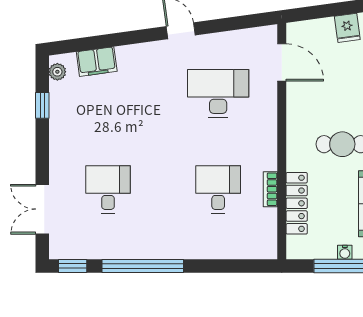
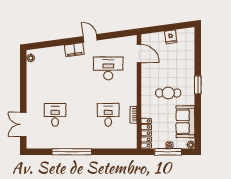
filing cabinet: (97, 62) -> (74, 50), moved
window: (42, 105) -> (23, 74), removed
locker: (297, 203) -> (146, 133), moved
window: (73, 266) -> (38, 152), removed

